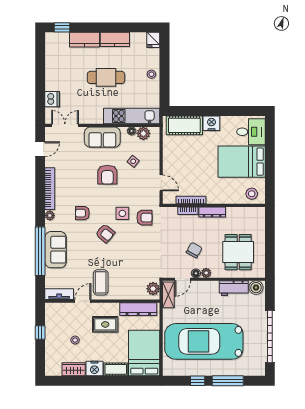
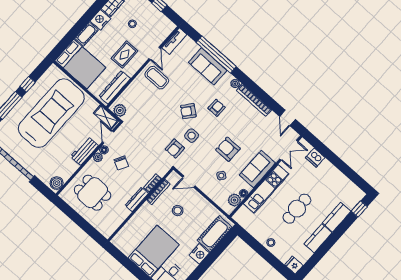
kitchen unit: (132, 116) -> (266, 189), moved
stool: (252, 194) -> (178, 211), moved
workbench: (234, 288) -> (84, 151), moved

